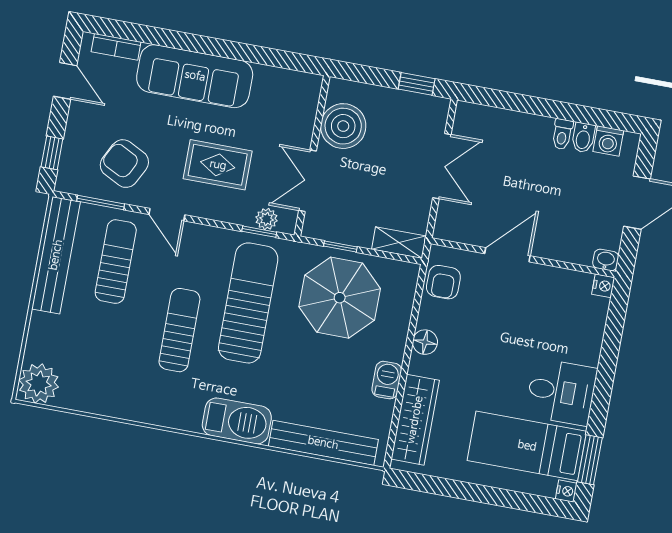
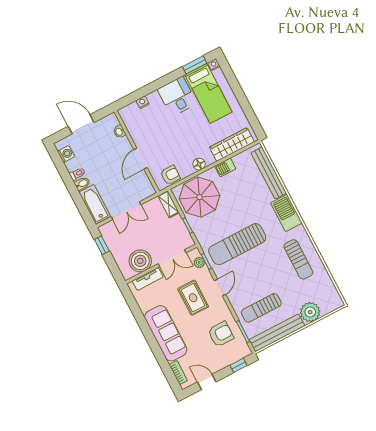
door: (65, 81) -> (207, 382), hinge flipped
tv unit: (305, 116) -> (148, 279), added
bathtub: (491, 124) -> (95, 204), added
bidet: (583, 138) -> (82, 184), moved
armchair: (124, 164) -> (221, 334), turned -117
double door: (442, 166) -> (126, 211), swing flipped
door: (167, 215) -> (220, 287), moved
door: (507, 255) -> (140, 159), hinge flipped
washbasin: (606, 260) -> (119, 132), moved
nightstand: (603, 286) -> (143, 102), moved
parasol: (340, 298) -> (200, 197), moved
sun lounger: (179, 330) -> (298, 259), moved, turned -90
plant: (39, 384) -> (310, 312), moved

